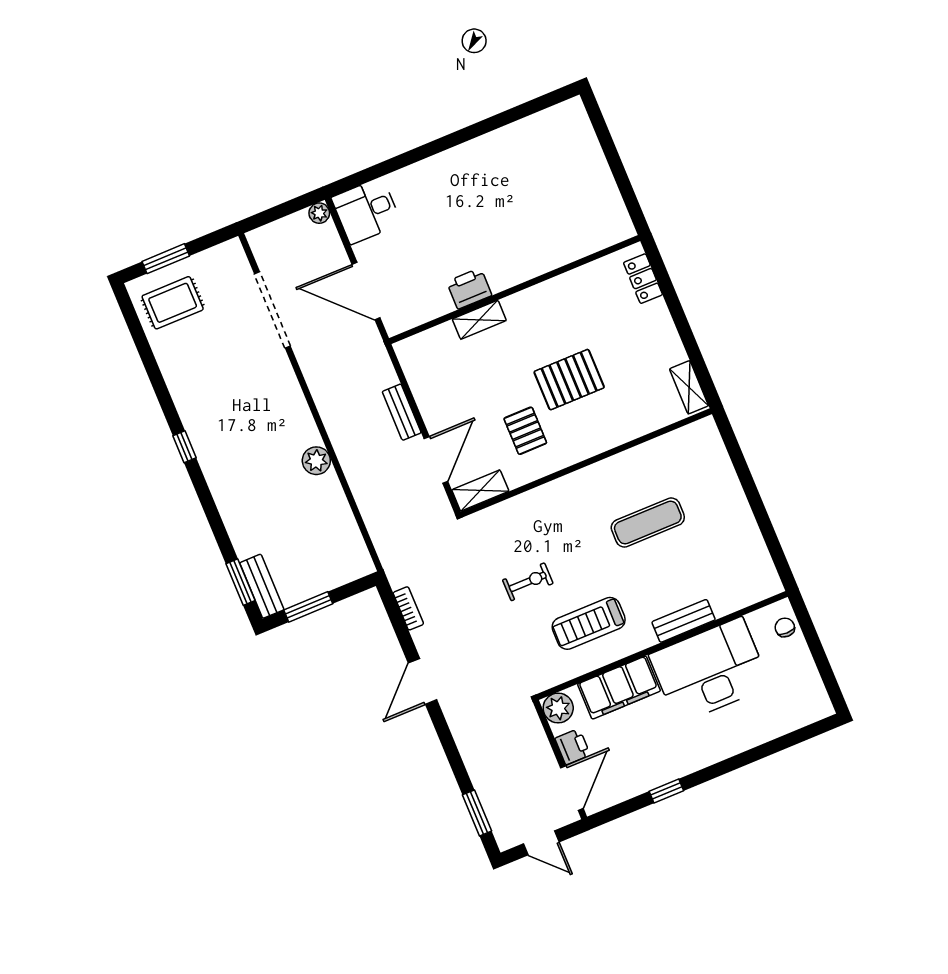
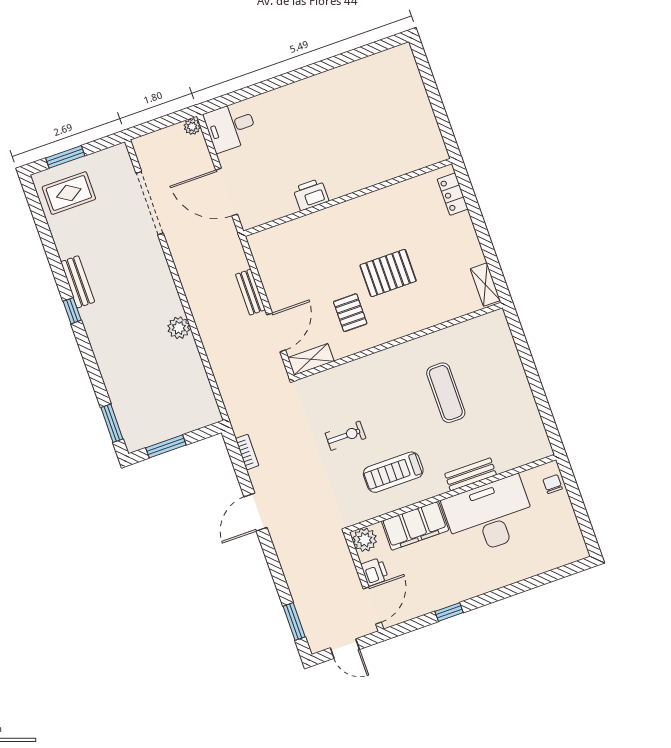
shelving: (479, 320) -> (318, 220), removed
exercise mat: (648, 522) -> (446, 393), turned 90
bench: (262, 586) -> (78, 282), moved

